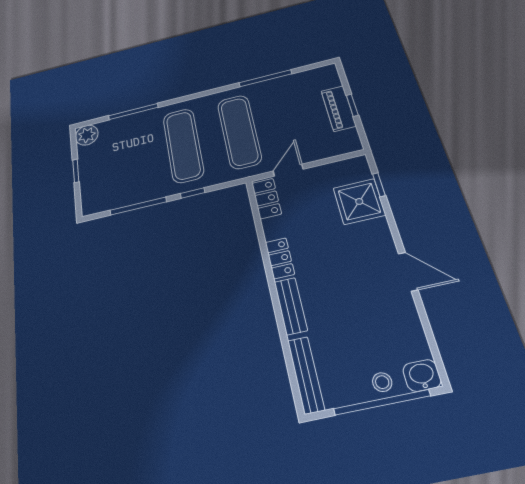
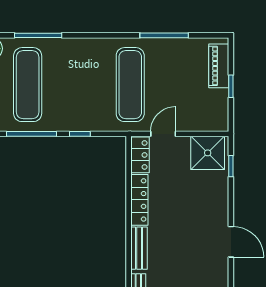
piano: (339, 108) -> (219, 66), moved
exercise mat: (183, 145) -> (28, 85), moved
shower: (359, 201) -> (208, 153), moved
locker: (280, 258) -> (139, 200), width x1.53

